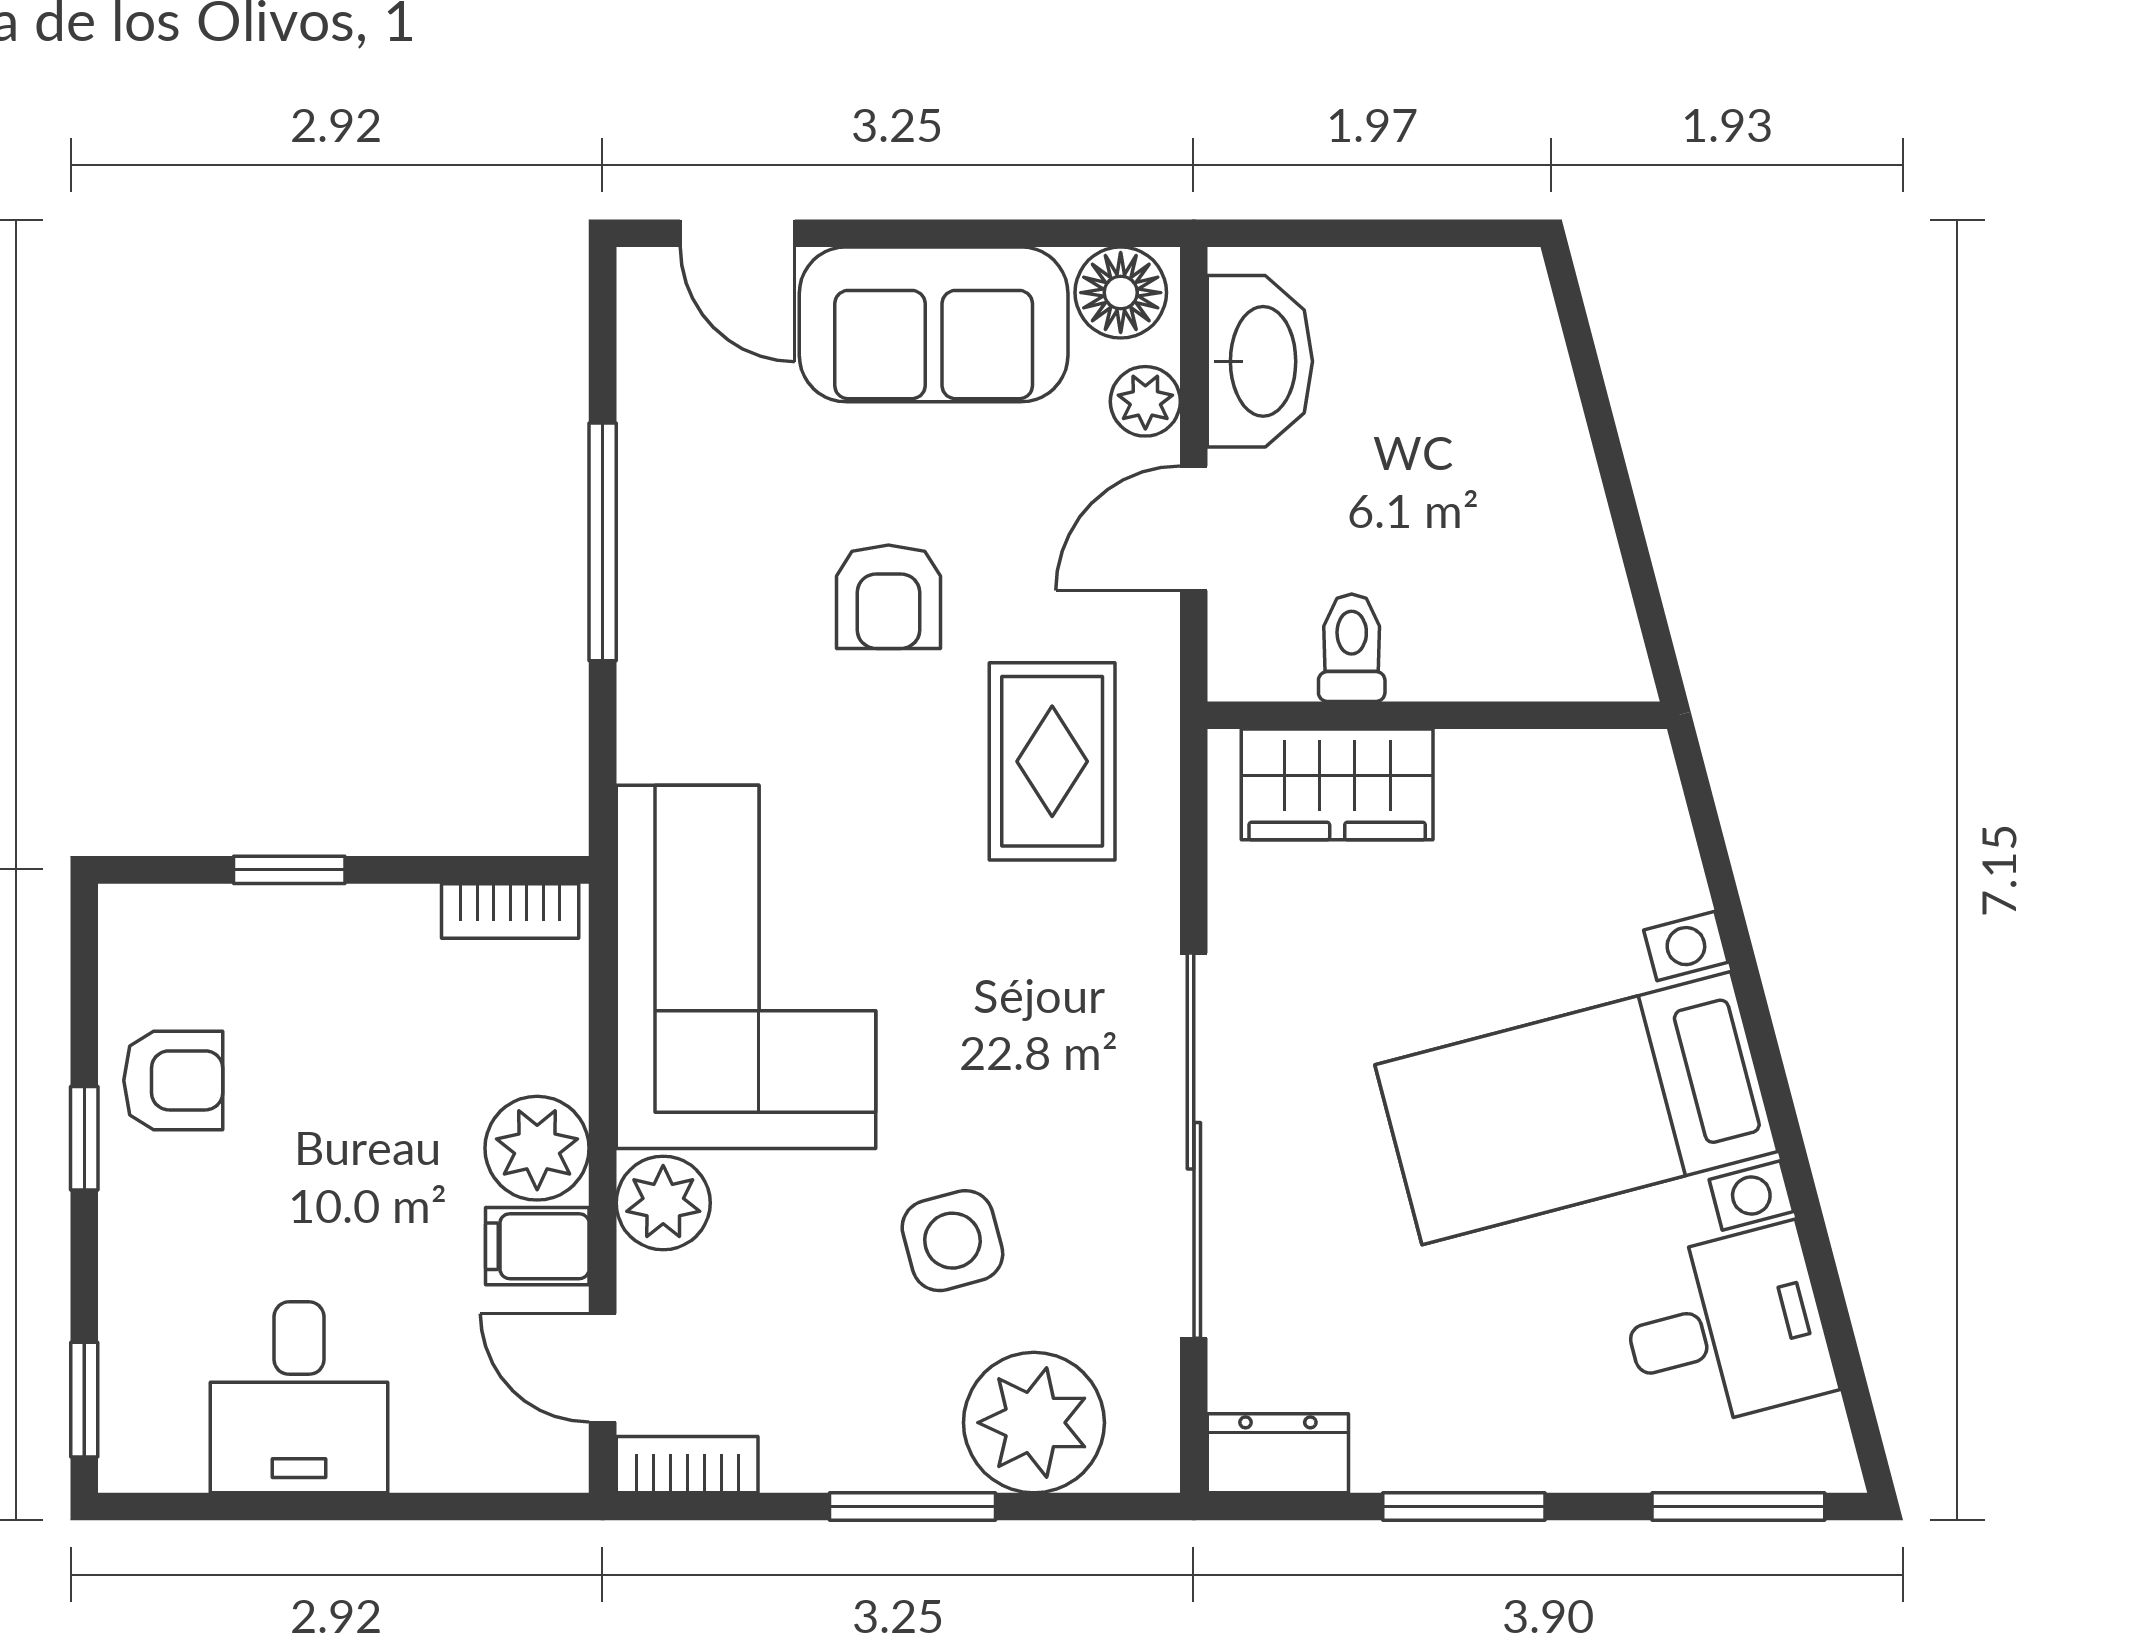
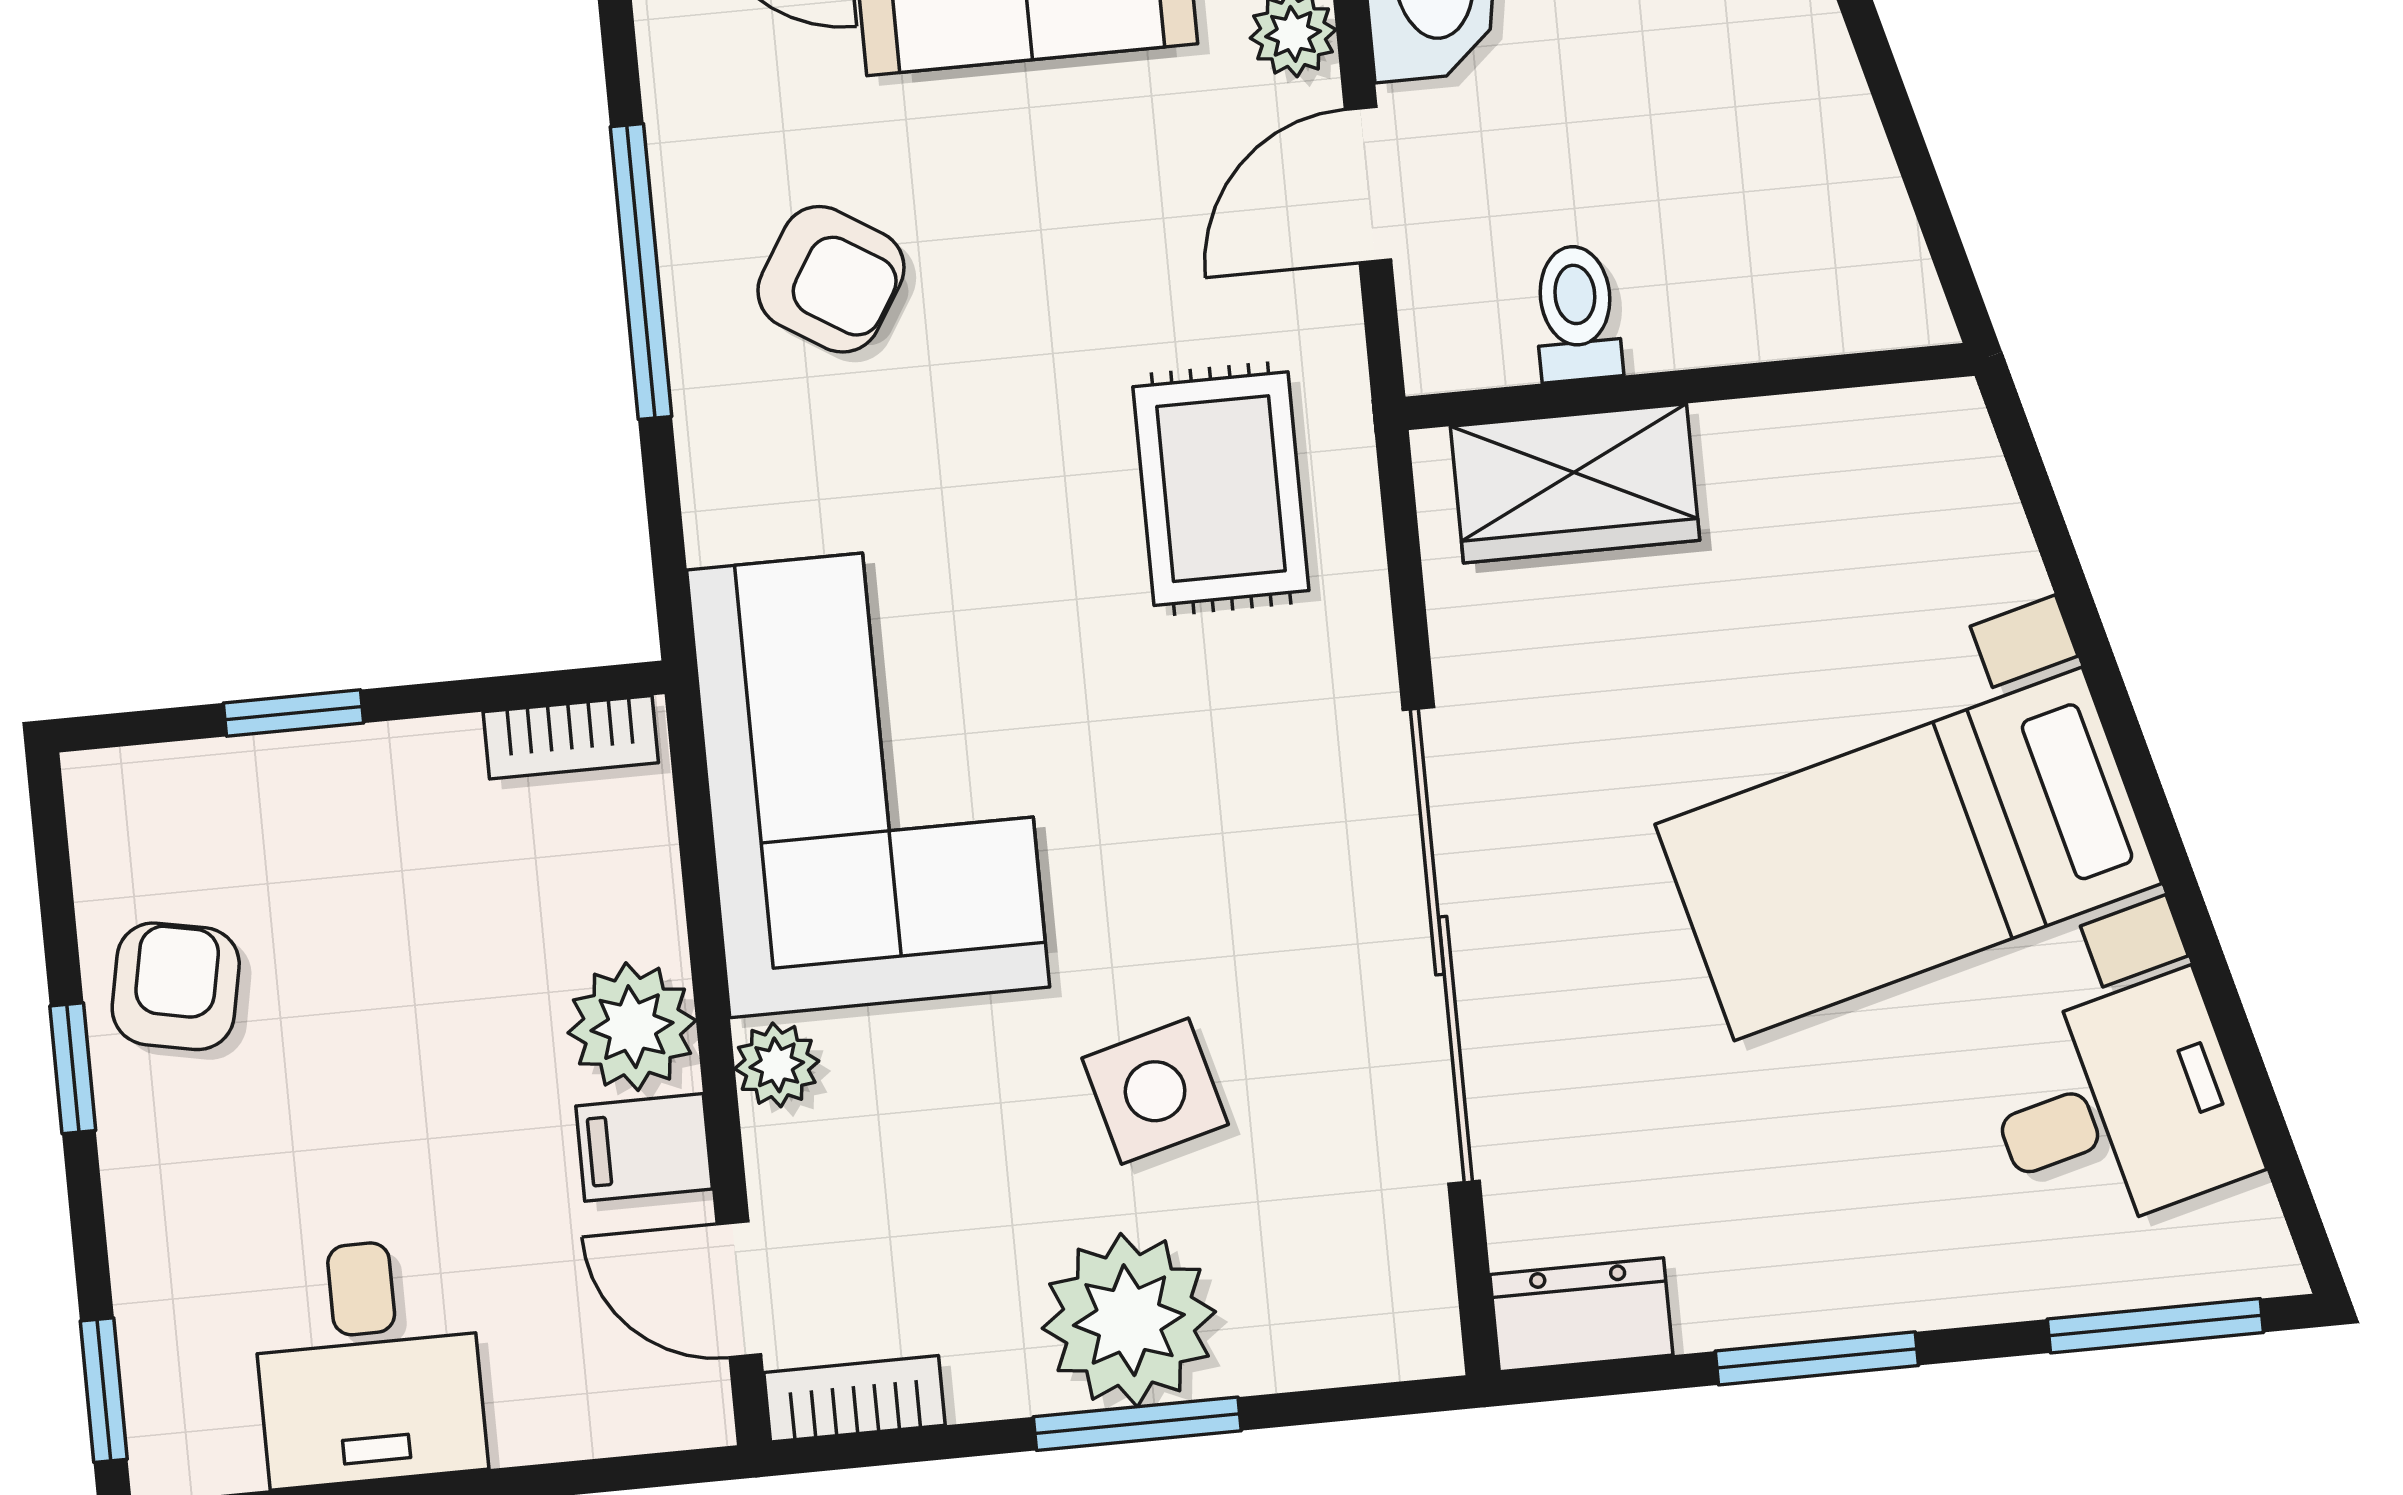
armchair: (888, 597) -> (831, 279), moved, turned -58
armchair: (173, 1080) -> (176, 986), turned -79
plant: (663, 1203) -> (777, 1065), width x0.73, depth x0.73
plant: (1034, 1423) -> (1129, 1320), moved

